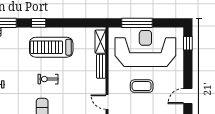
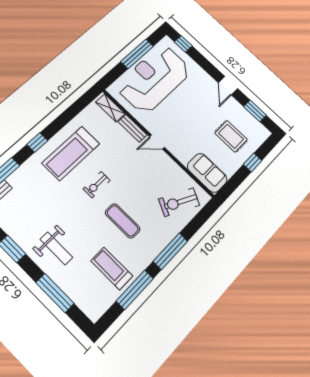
window: (137, 23) -> (137, 54), moved
coffee table: (142, 86) -> (184, 113), removed
door: (107, 102) -> (157, 142), moved

